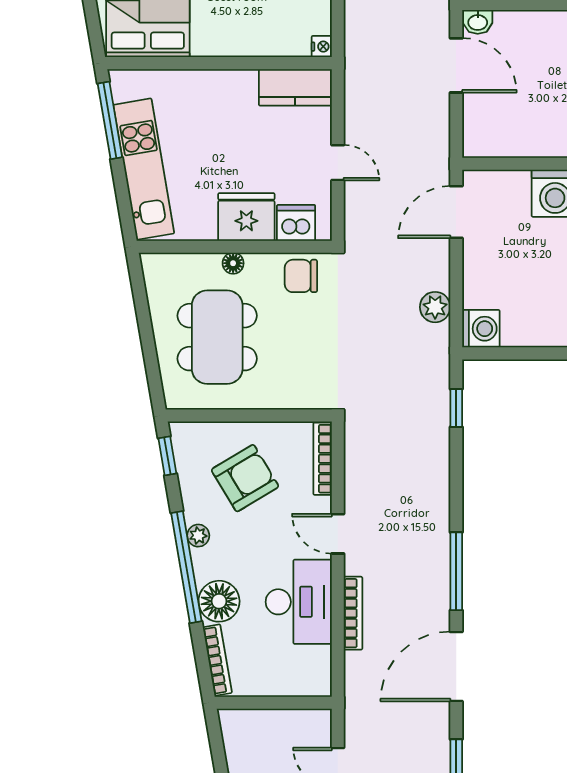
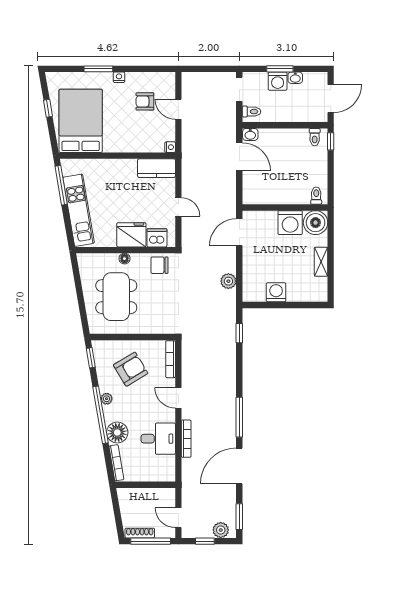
washing machine: (481, 329) -> (276, 292), moved, turned -90
desk: (299, 602) -> (158, 439), width x0.73

